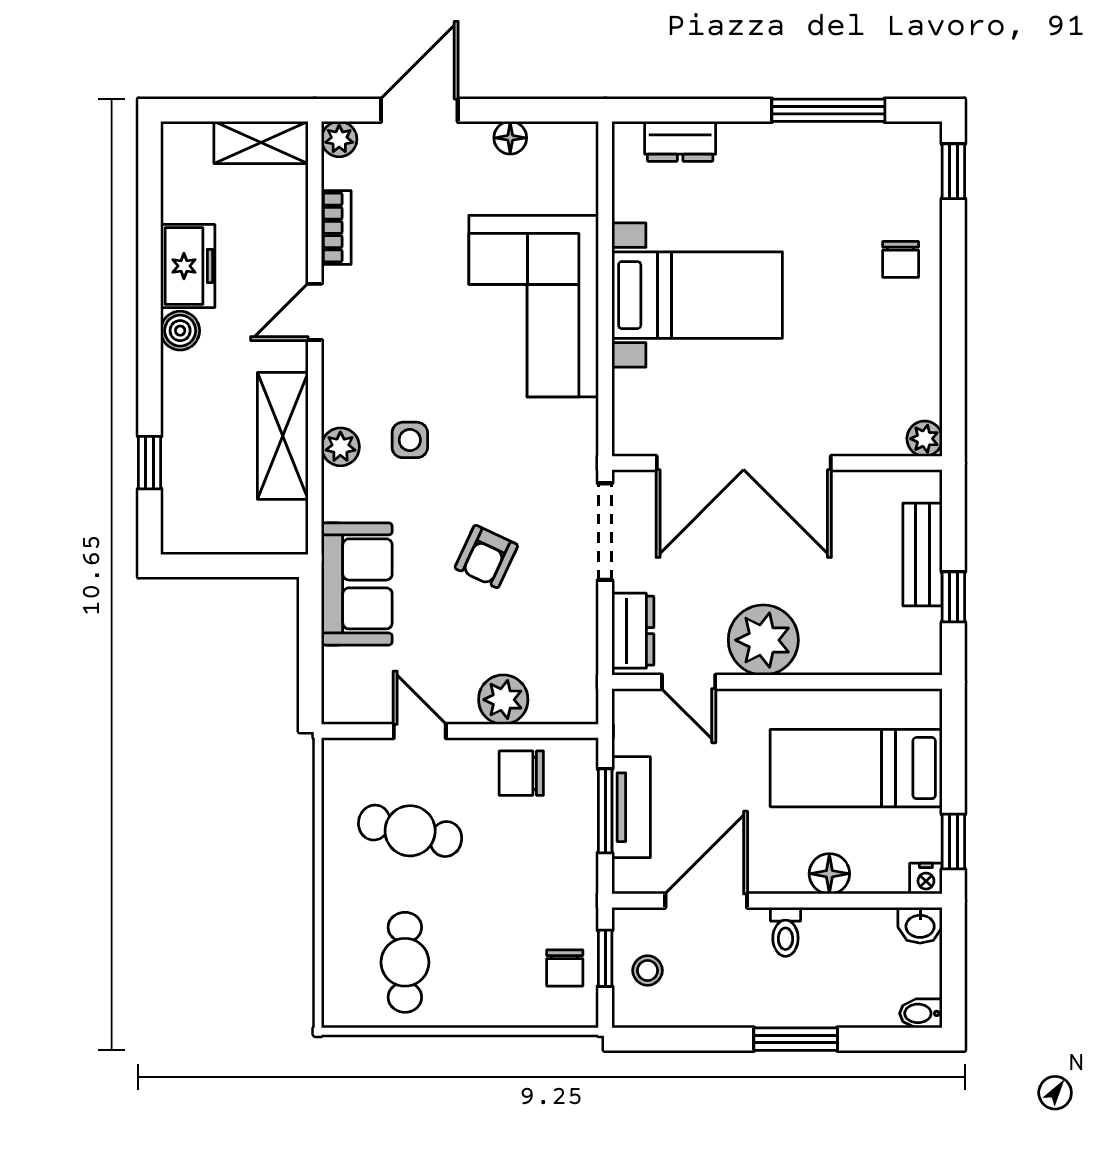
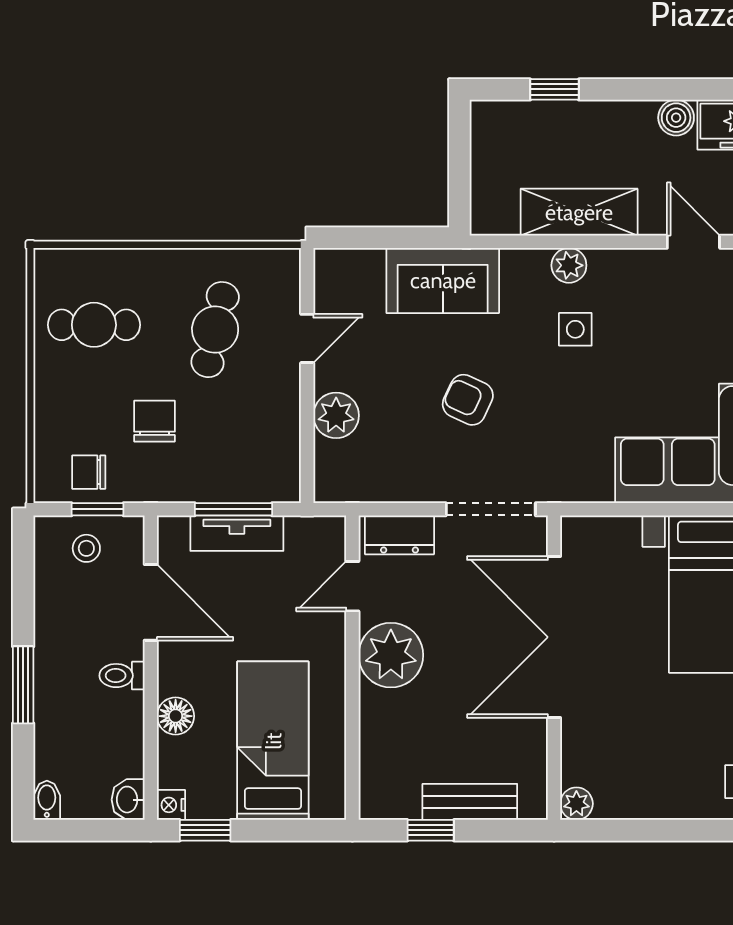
chair: (521, 773) -> (155, 421), moved

